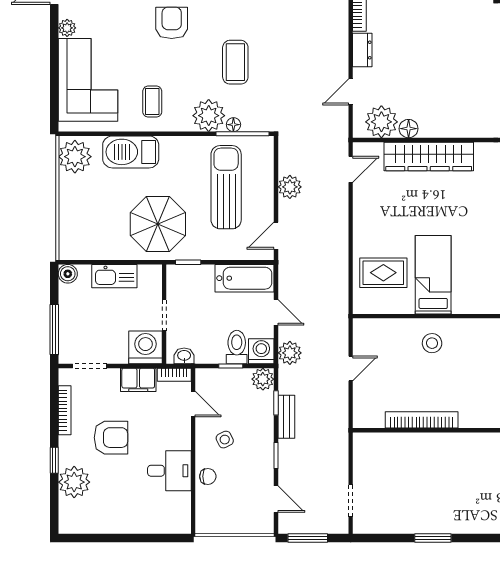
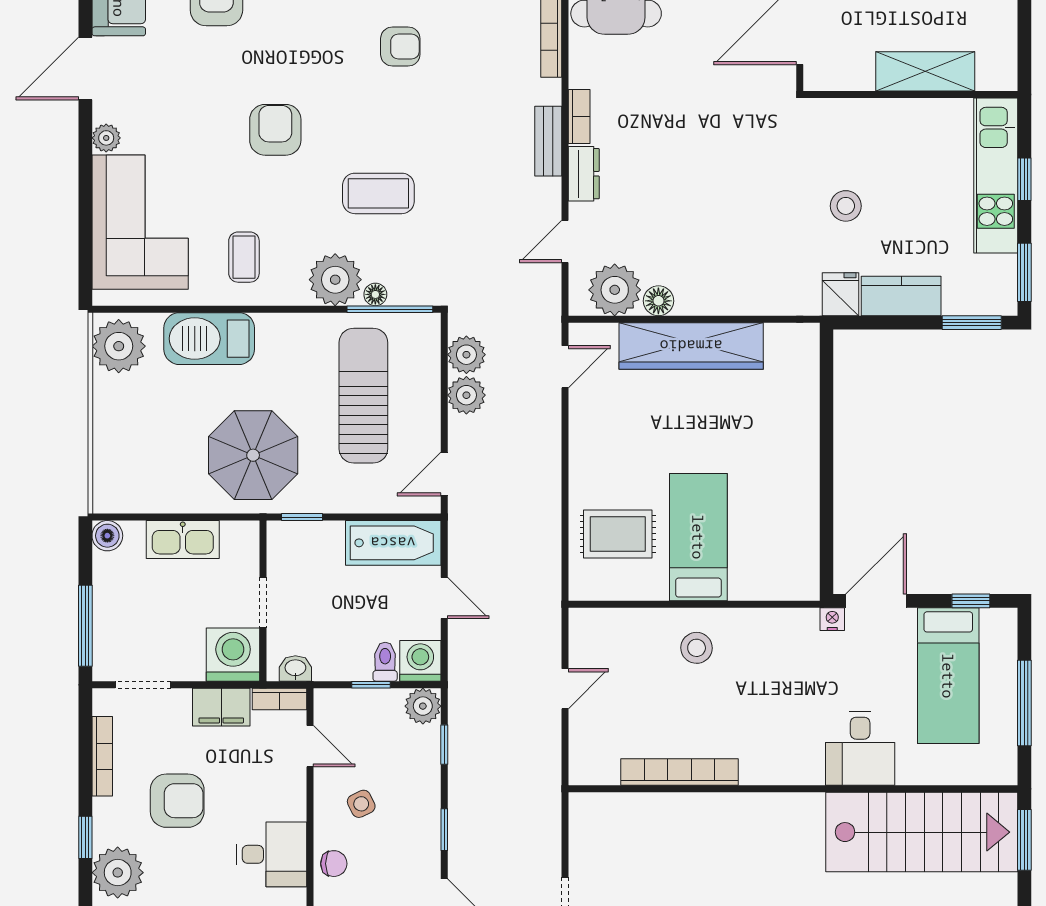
coffee table: (235, 62) -> (378, 193), turned 90
toilet: (237, 347) -> (385, 662), width x0.73, depth x0.72
plant: (290, 353) -> (466, 355), moved
bench: (286, 417) -> (548, 141), moved

